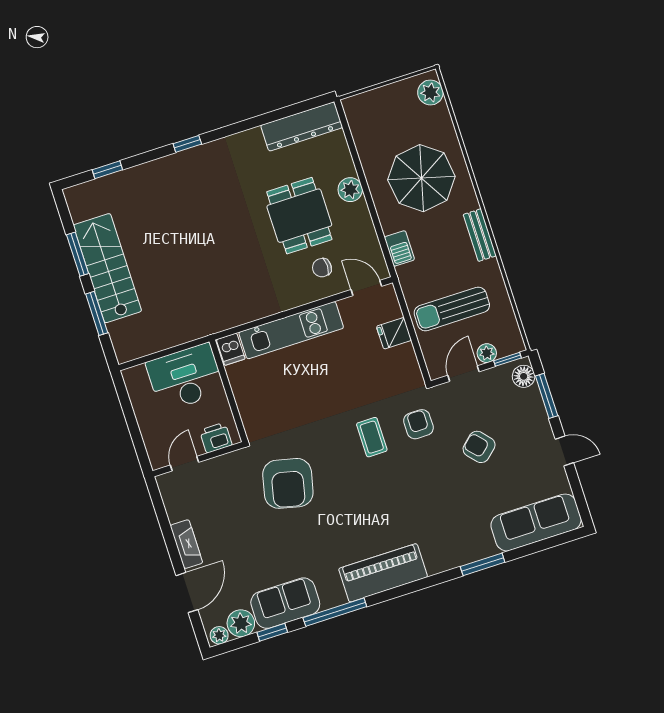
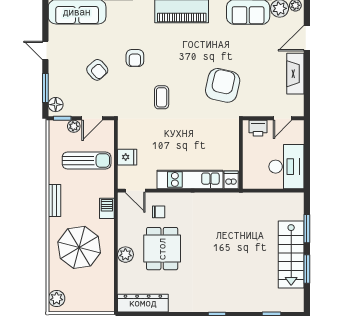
desk: (185, 377) -> (286, 167), moved, turned -90
armchair: (418, 424) -> (135, 58), moved
fireplace: (186, 544) -> (295, 74), width x1.37, depth x1.32

